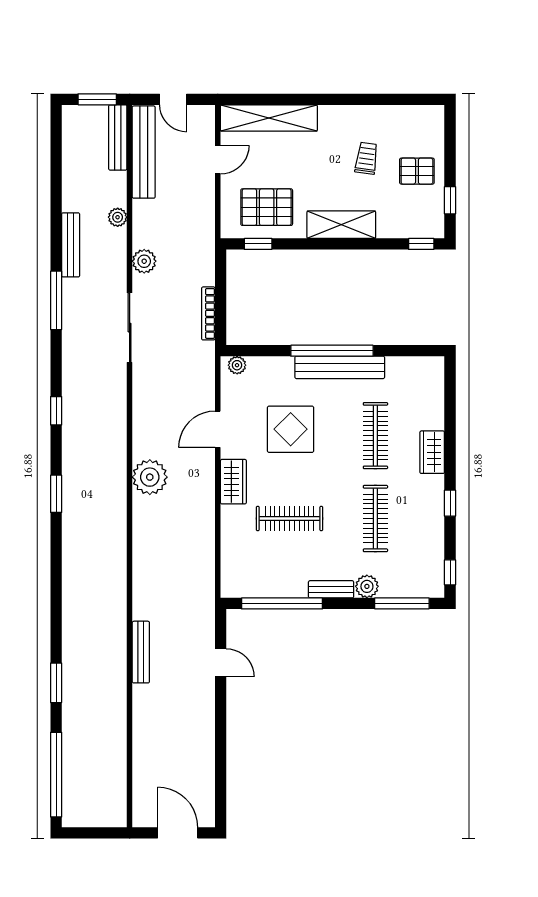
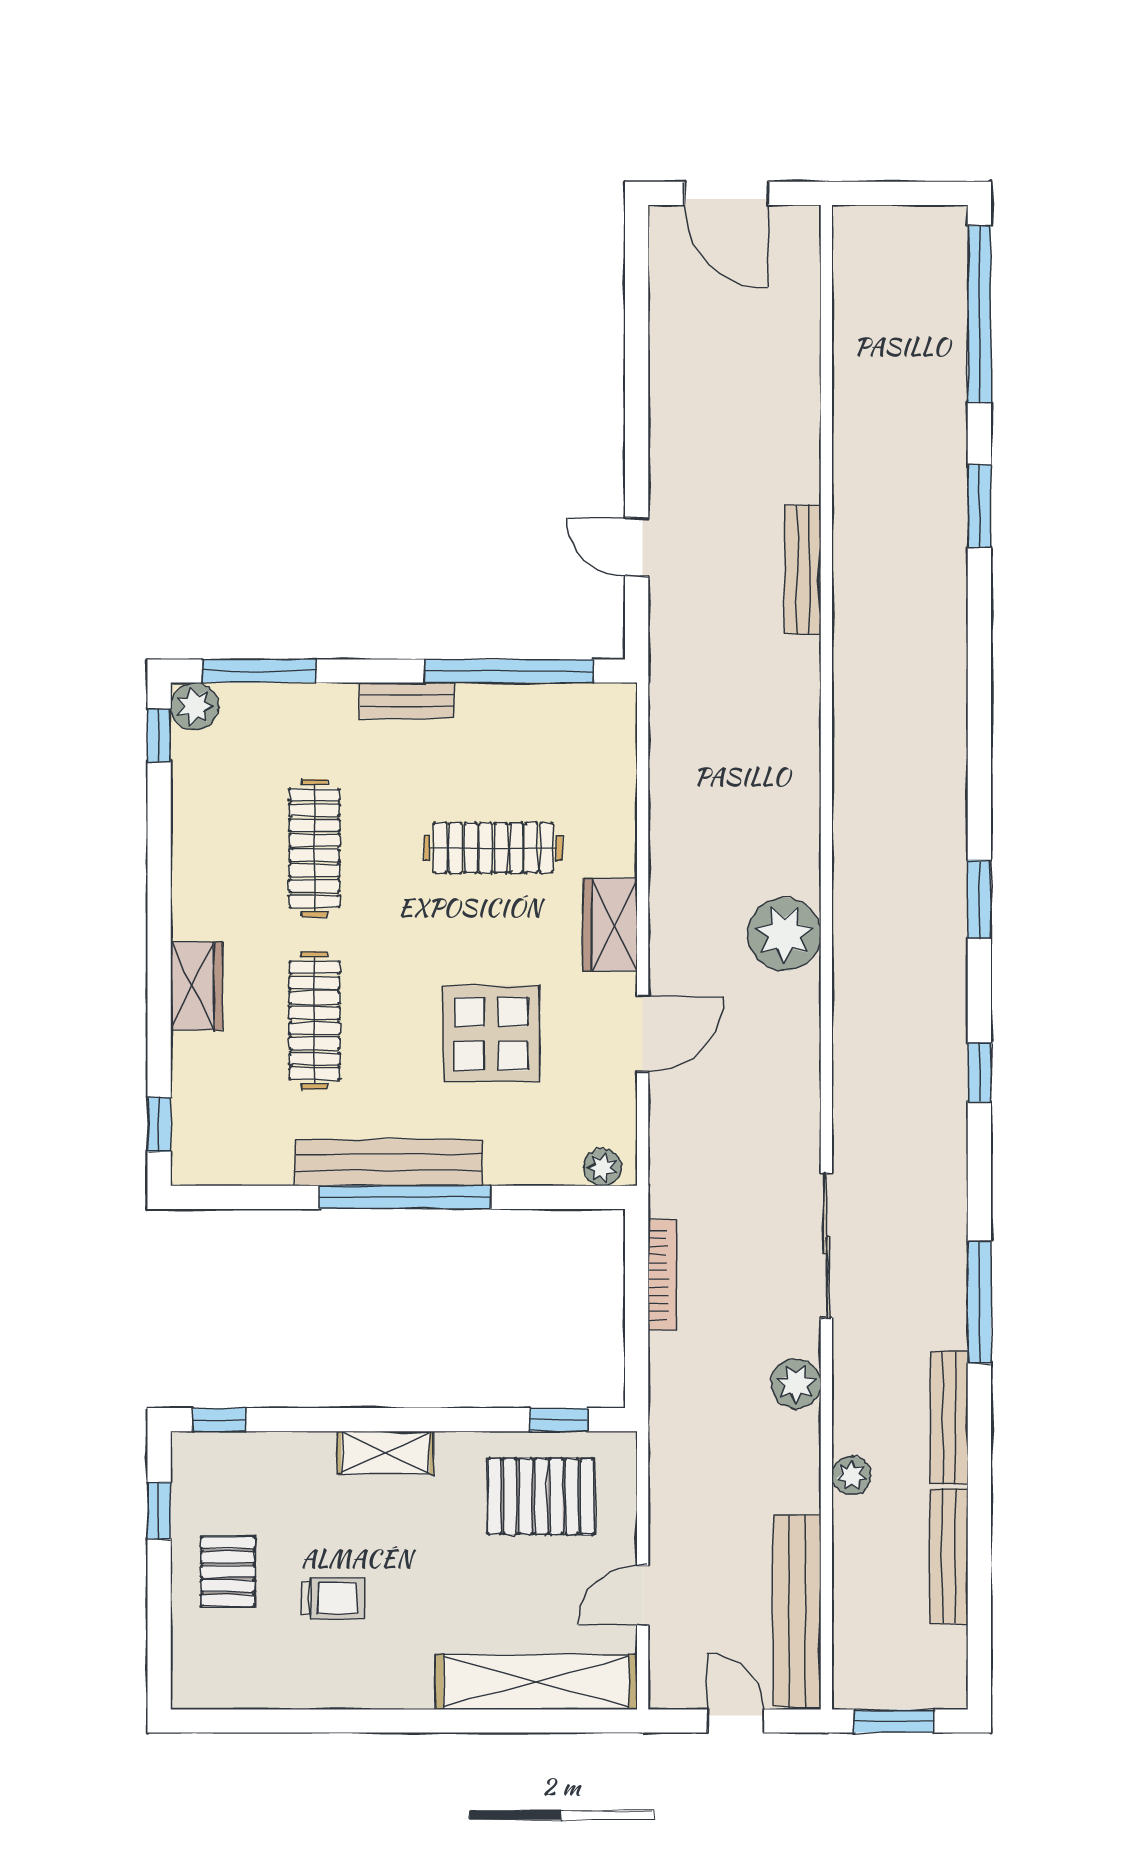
bench: (118, 137) -> (949, 1556), moved
trolley: (366, 158) -> (333, 1598), turned -98
pallet: (417, 171) -> (228, 1572), turned 90
shelving: (341, 225) -> (385, 1453), width x0.67, depth x0.75
window: (450, 503) -> (159, 1124), moved
plant: (367, 586) -> (195, 706), moved

